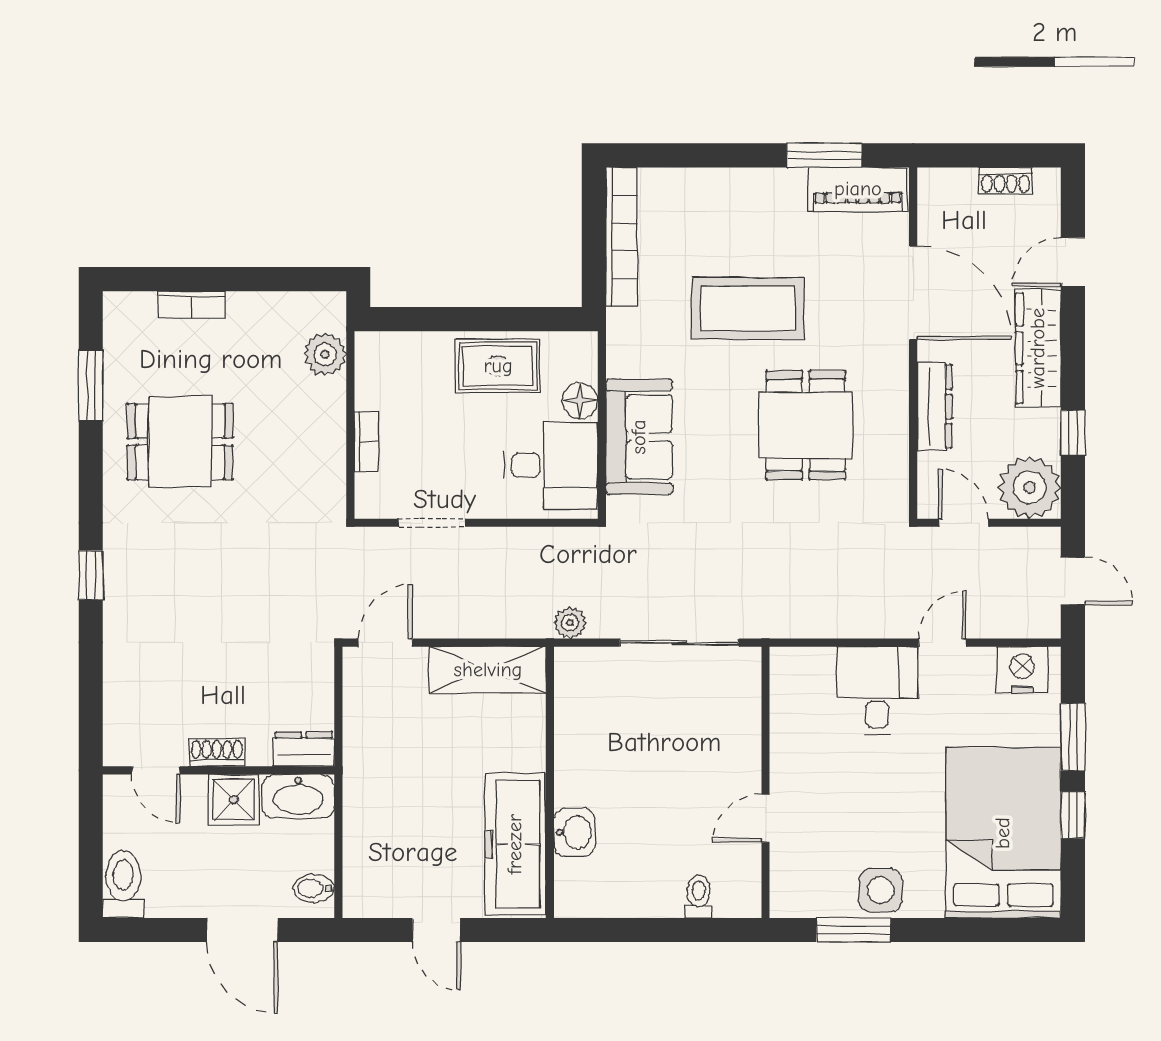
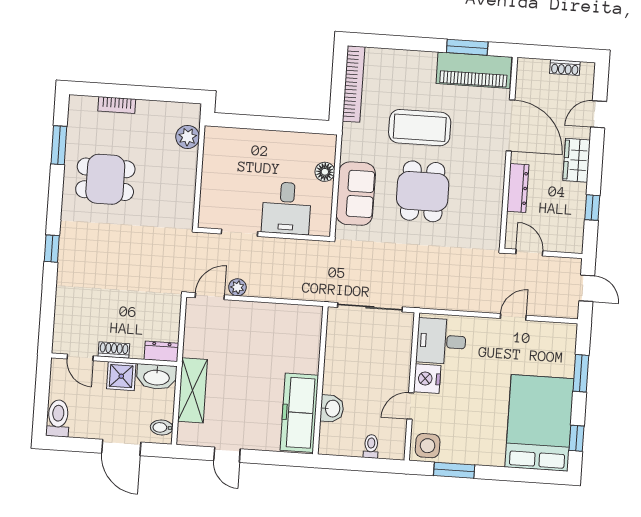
piano: (858, 189) -> (474, 70), width x1.37, depth x1.33
wardrobe: (1038, 348) -> (577, 160), width x0.67
rug: (498, 366) -> (281, 150), removed
dining table: (806, 425) -> (423, 191), moved
bookcase: (366, 441) -> (207, 186), removed
desk: (551, 465) -> (287, 208), moved, turned 90
plant: (1030, 487) -> (567, 236), removed
plant: (570, 623) -> (237, 287), moved
shelving: (488, 670) -> (193, 390), moved, turned 90
nightstand: (1022, 670) -> (427, 379), moved, turned -90
desk: (877, 691) -> (441, 341), moved, turned -90
wall: (550, 782) -> (320, 380), moved
window: (1073, 815) -> (577, 438), moved
washbasin: (575, 832) -> (332, 409), moved
freezer: (515, 844) -> (299, 413), moved
side table: (881, 890) -> (428, 446), moved

